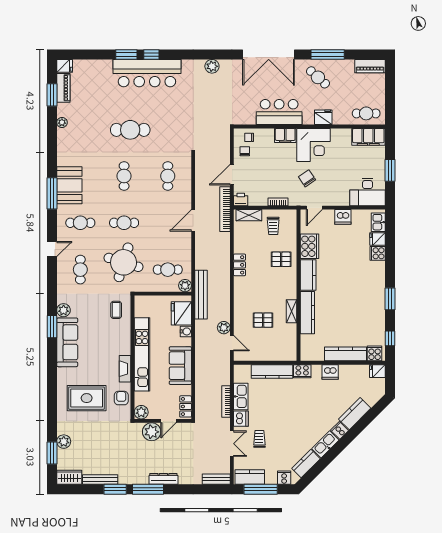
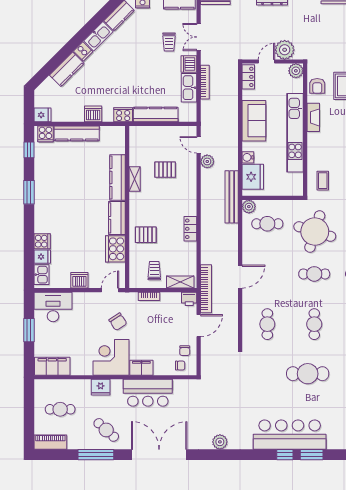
cafe table: (366, 113) -> (60, 409), moved

